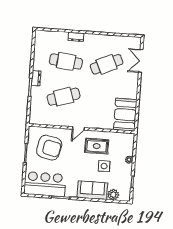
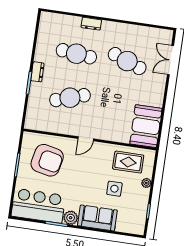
cafe table: (107, 64) -> (127, 61), turned 45
rug: (97, 146) -> (128, 162), moved
plant: (113, 195) -> (71, 218), moved

